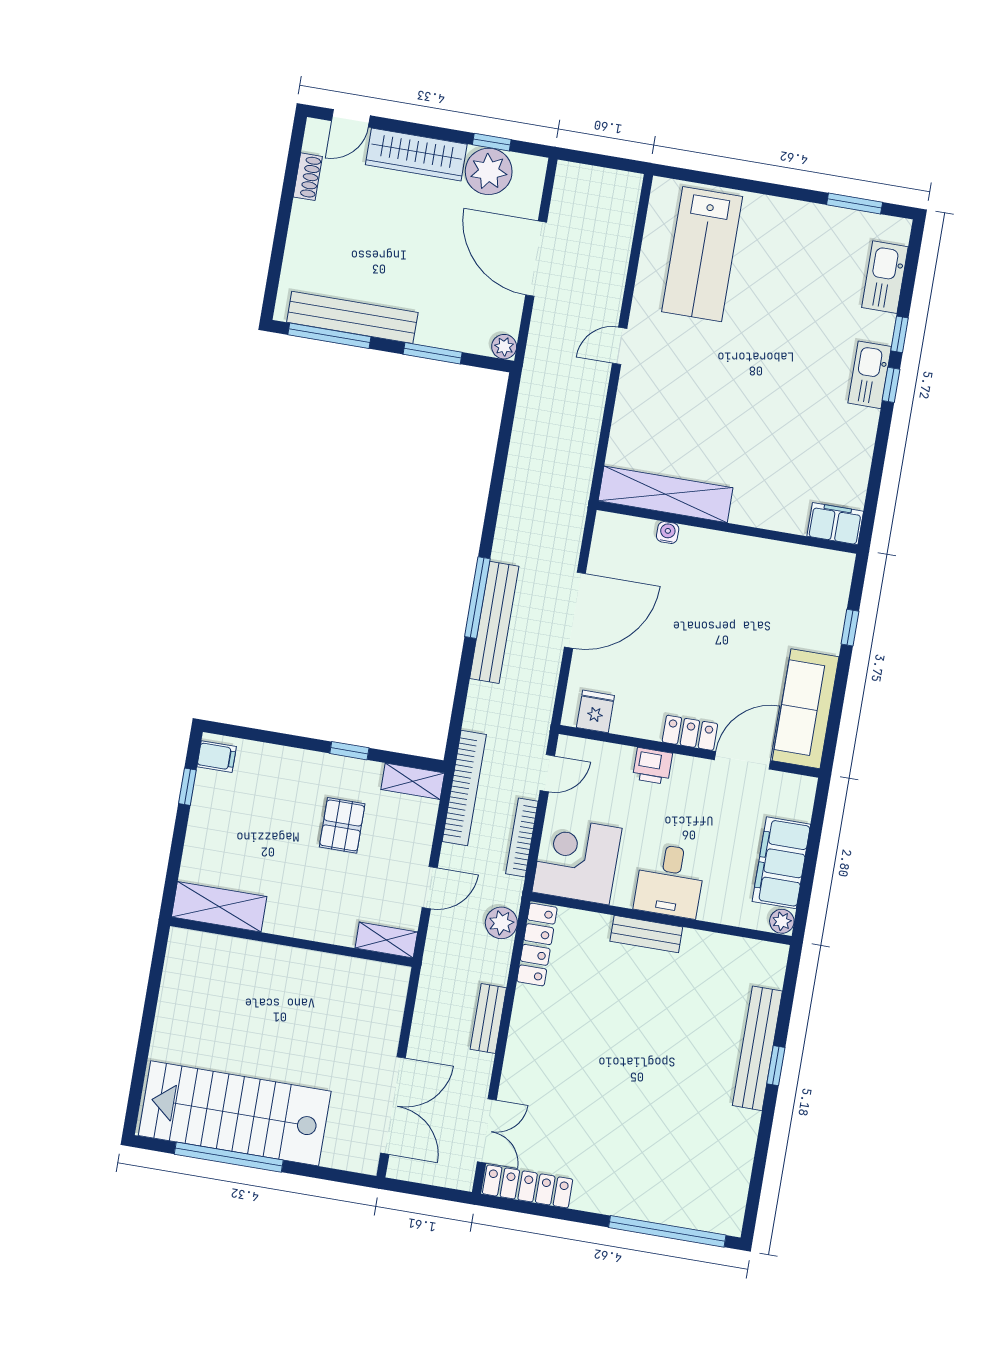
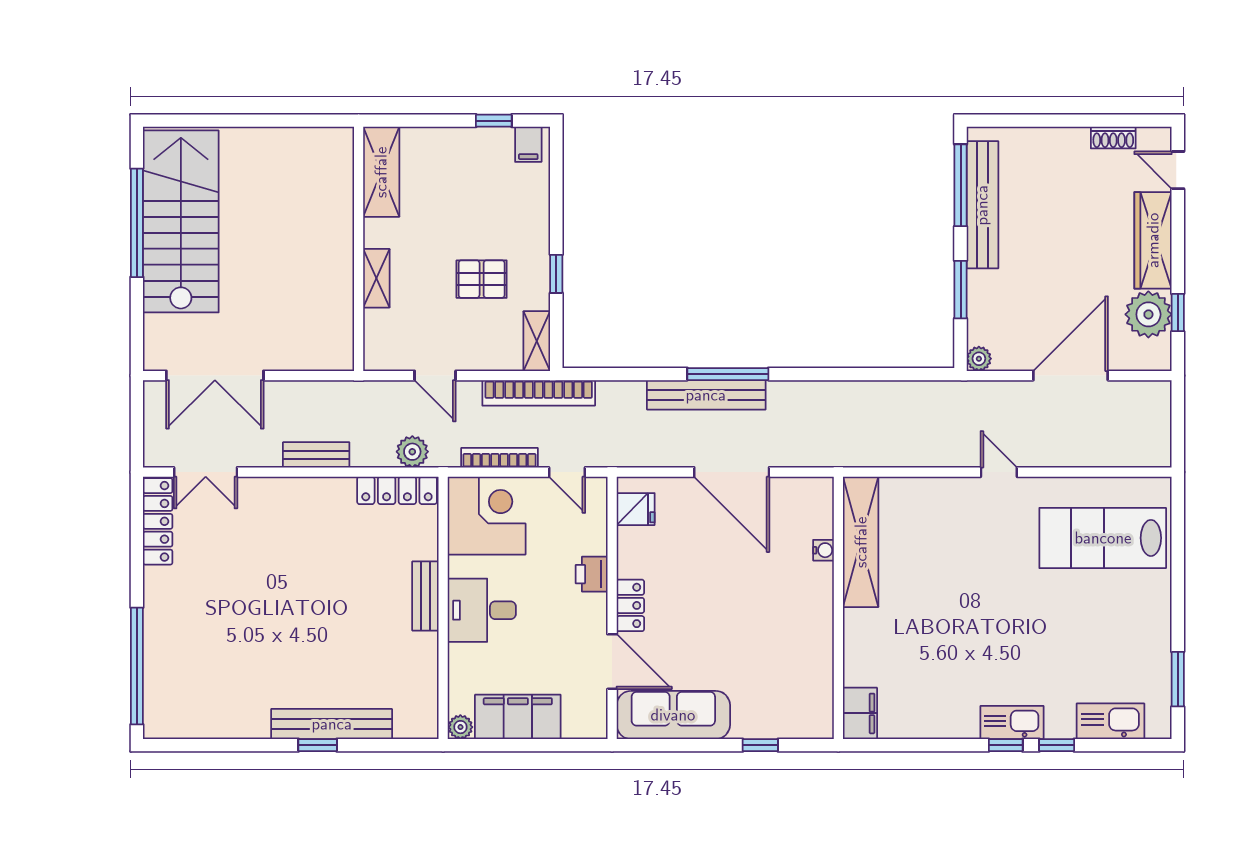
shelving: (386, 940) -> (376, 278), moved

